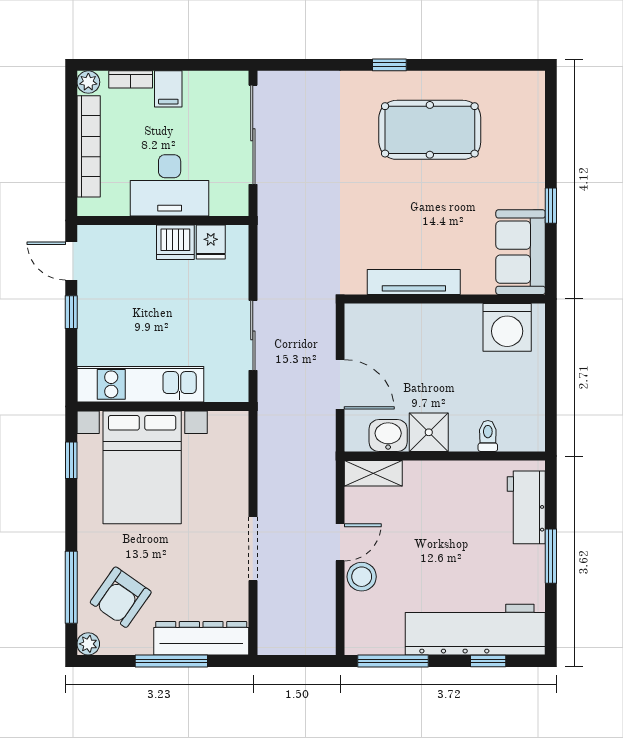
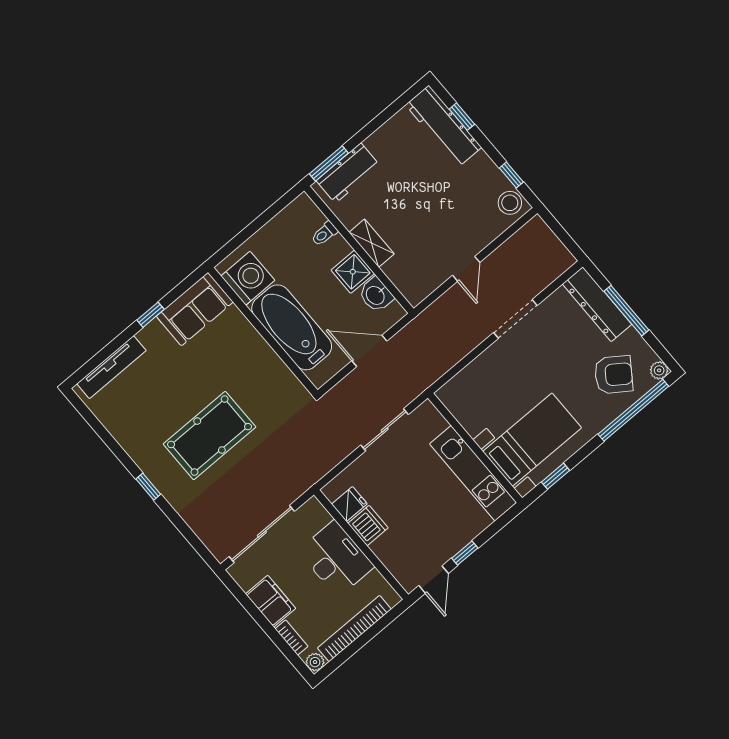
filing cabinet: (168, 89) -> (271, 601), width x2.00
pool table: (430, 130) -> (210, 436), moved, turned 90
tv unit: (414, 282) -> (111, 367), moved, turned -90
bathtub: (425, 330) -> (292, 327), added
door: (340, 384) -> (369, 351), hinge flipped
bed with nightstands: (142, 467) -> (532, 440), width x0.73
shelving: (373, 473) -> (372, 243), moved
door: (340, 542) -> (466, 269), swing flipped
window: (551, 556) -> (329, 163), moved
stool: (362, 577) -> (510, 203), moved
window: (71, 587) -> (633, 410), width x1.46
workbench: (475, 630) -> (444, 126), width x0.73, depth x0.76
window: (393, 661) -> (511, 175), width x0.46

